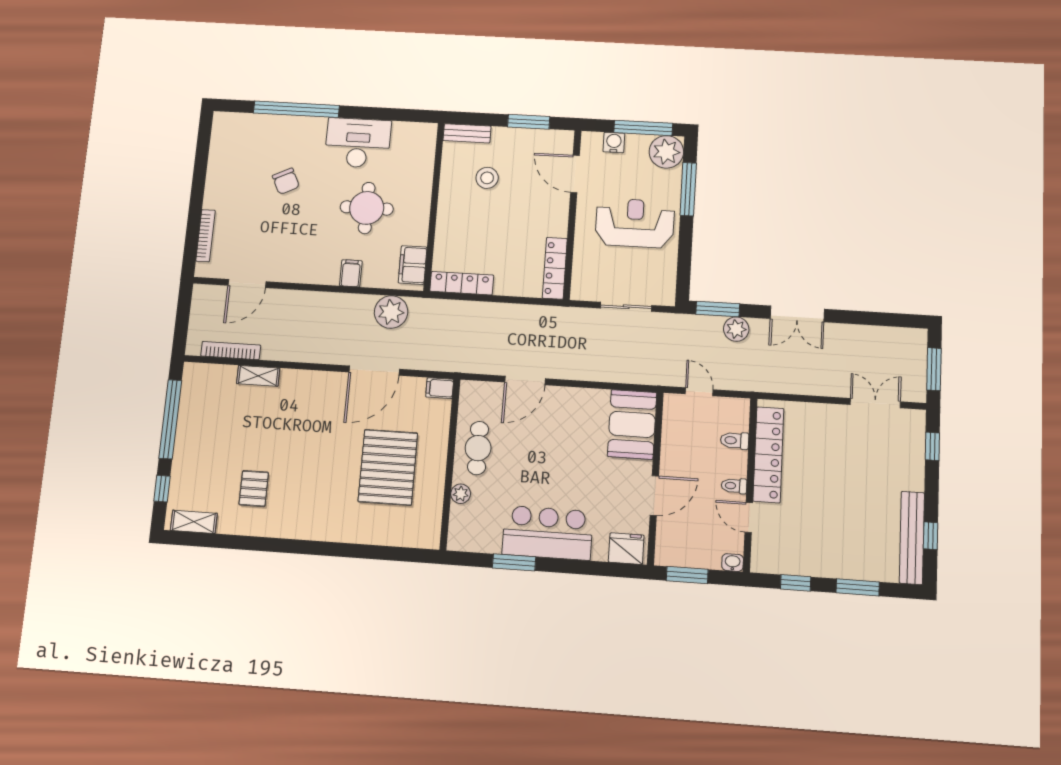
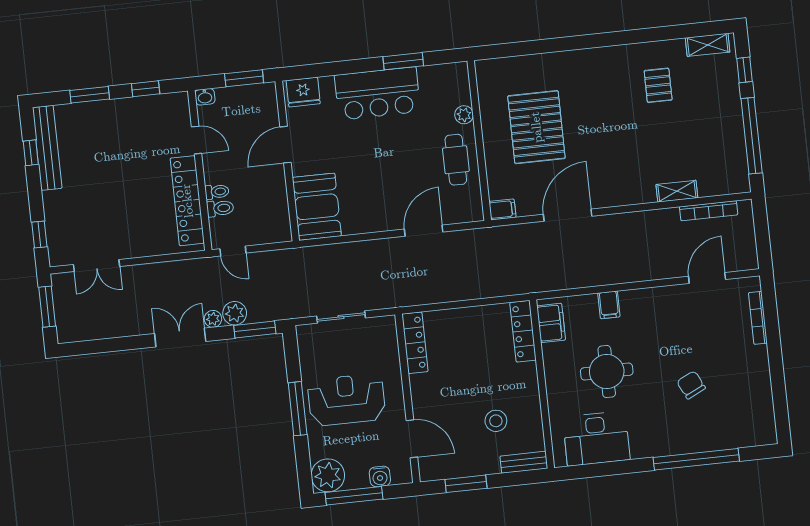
desk: (358, 143) -> (596, 438), moved
window: (688, 189) -> (298, 409), moved
reception desk: (635, 223) -> (346, 400), turned 180
locker: (462, 283) -> (523, 331), moved, turned 90
plant: (391, 312) -> (213, 319), moved, width x0.53, depth x0.53
door: (699, 392) -> (233, 251), moved
toilet: (734, 486) -> (217, 192), moved

